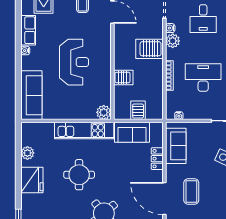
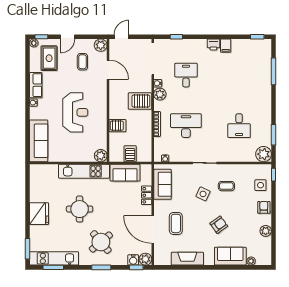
desk: (203, 19) -> (186, 75), turned 180
plant: (27, 153) -> (35, 190), removed

